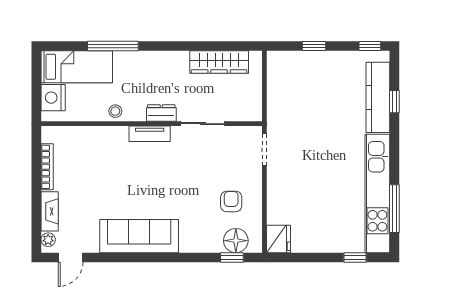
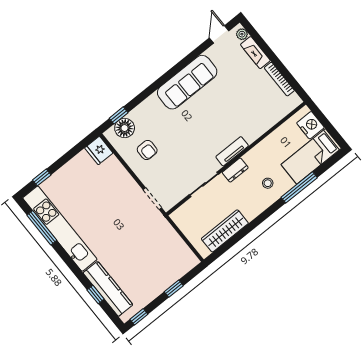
stool: (115, 111) -> (268, 183), moved

